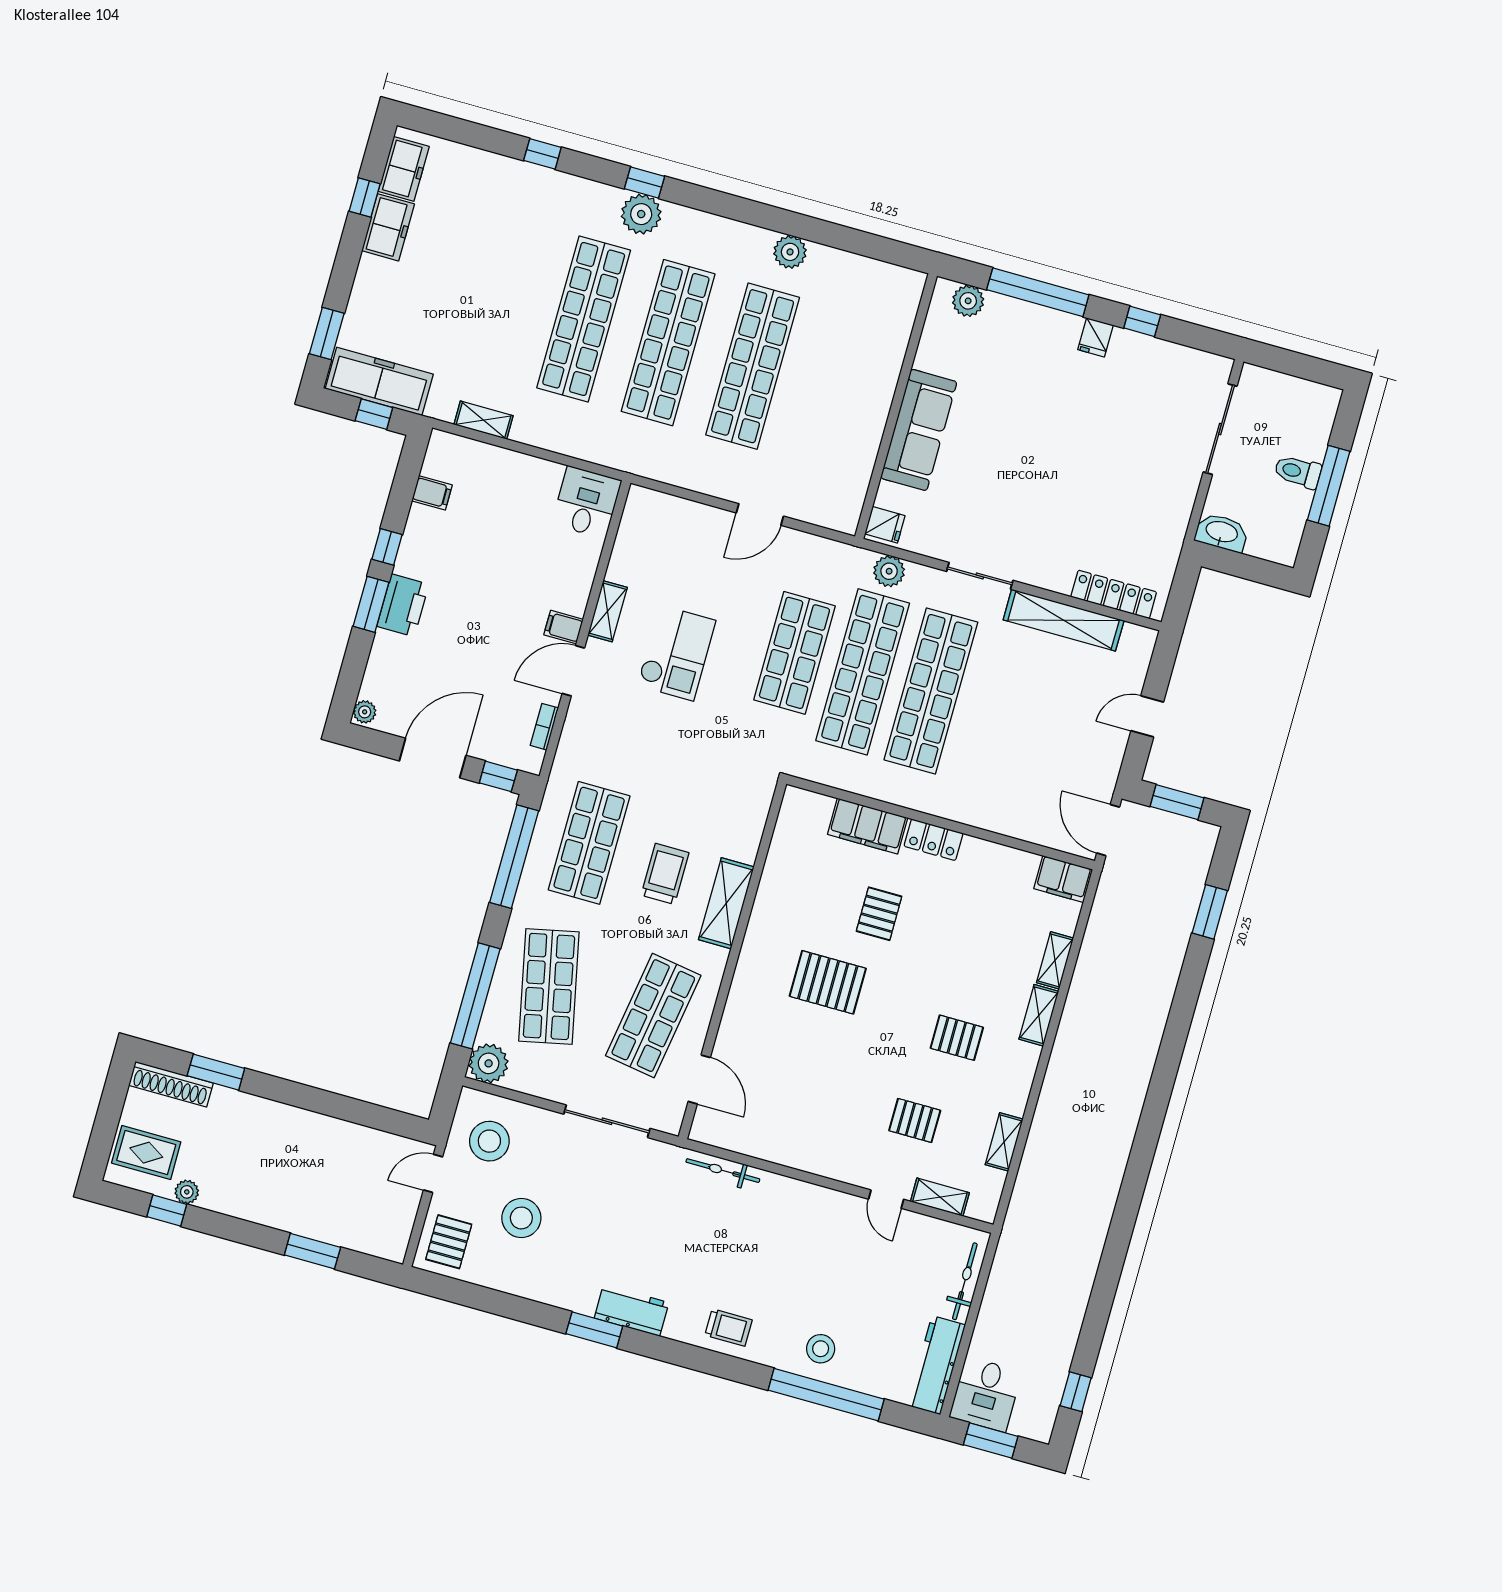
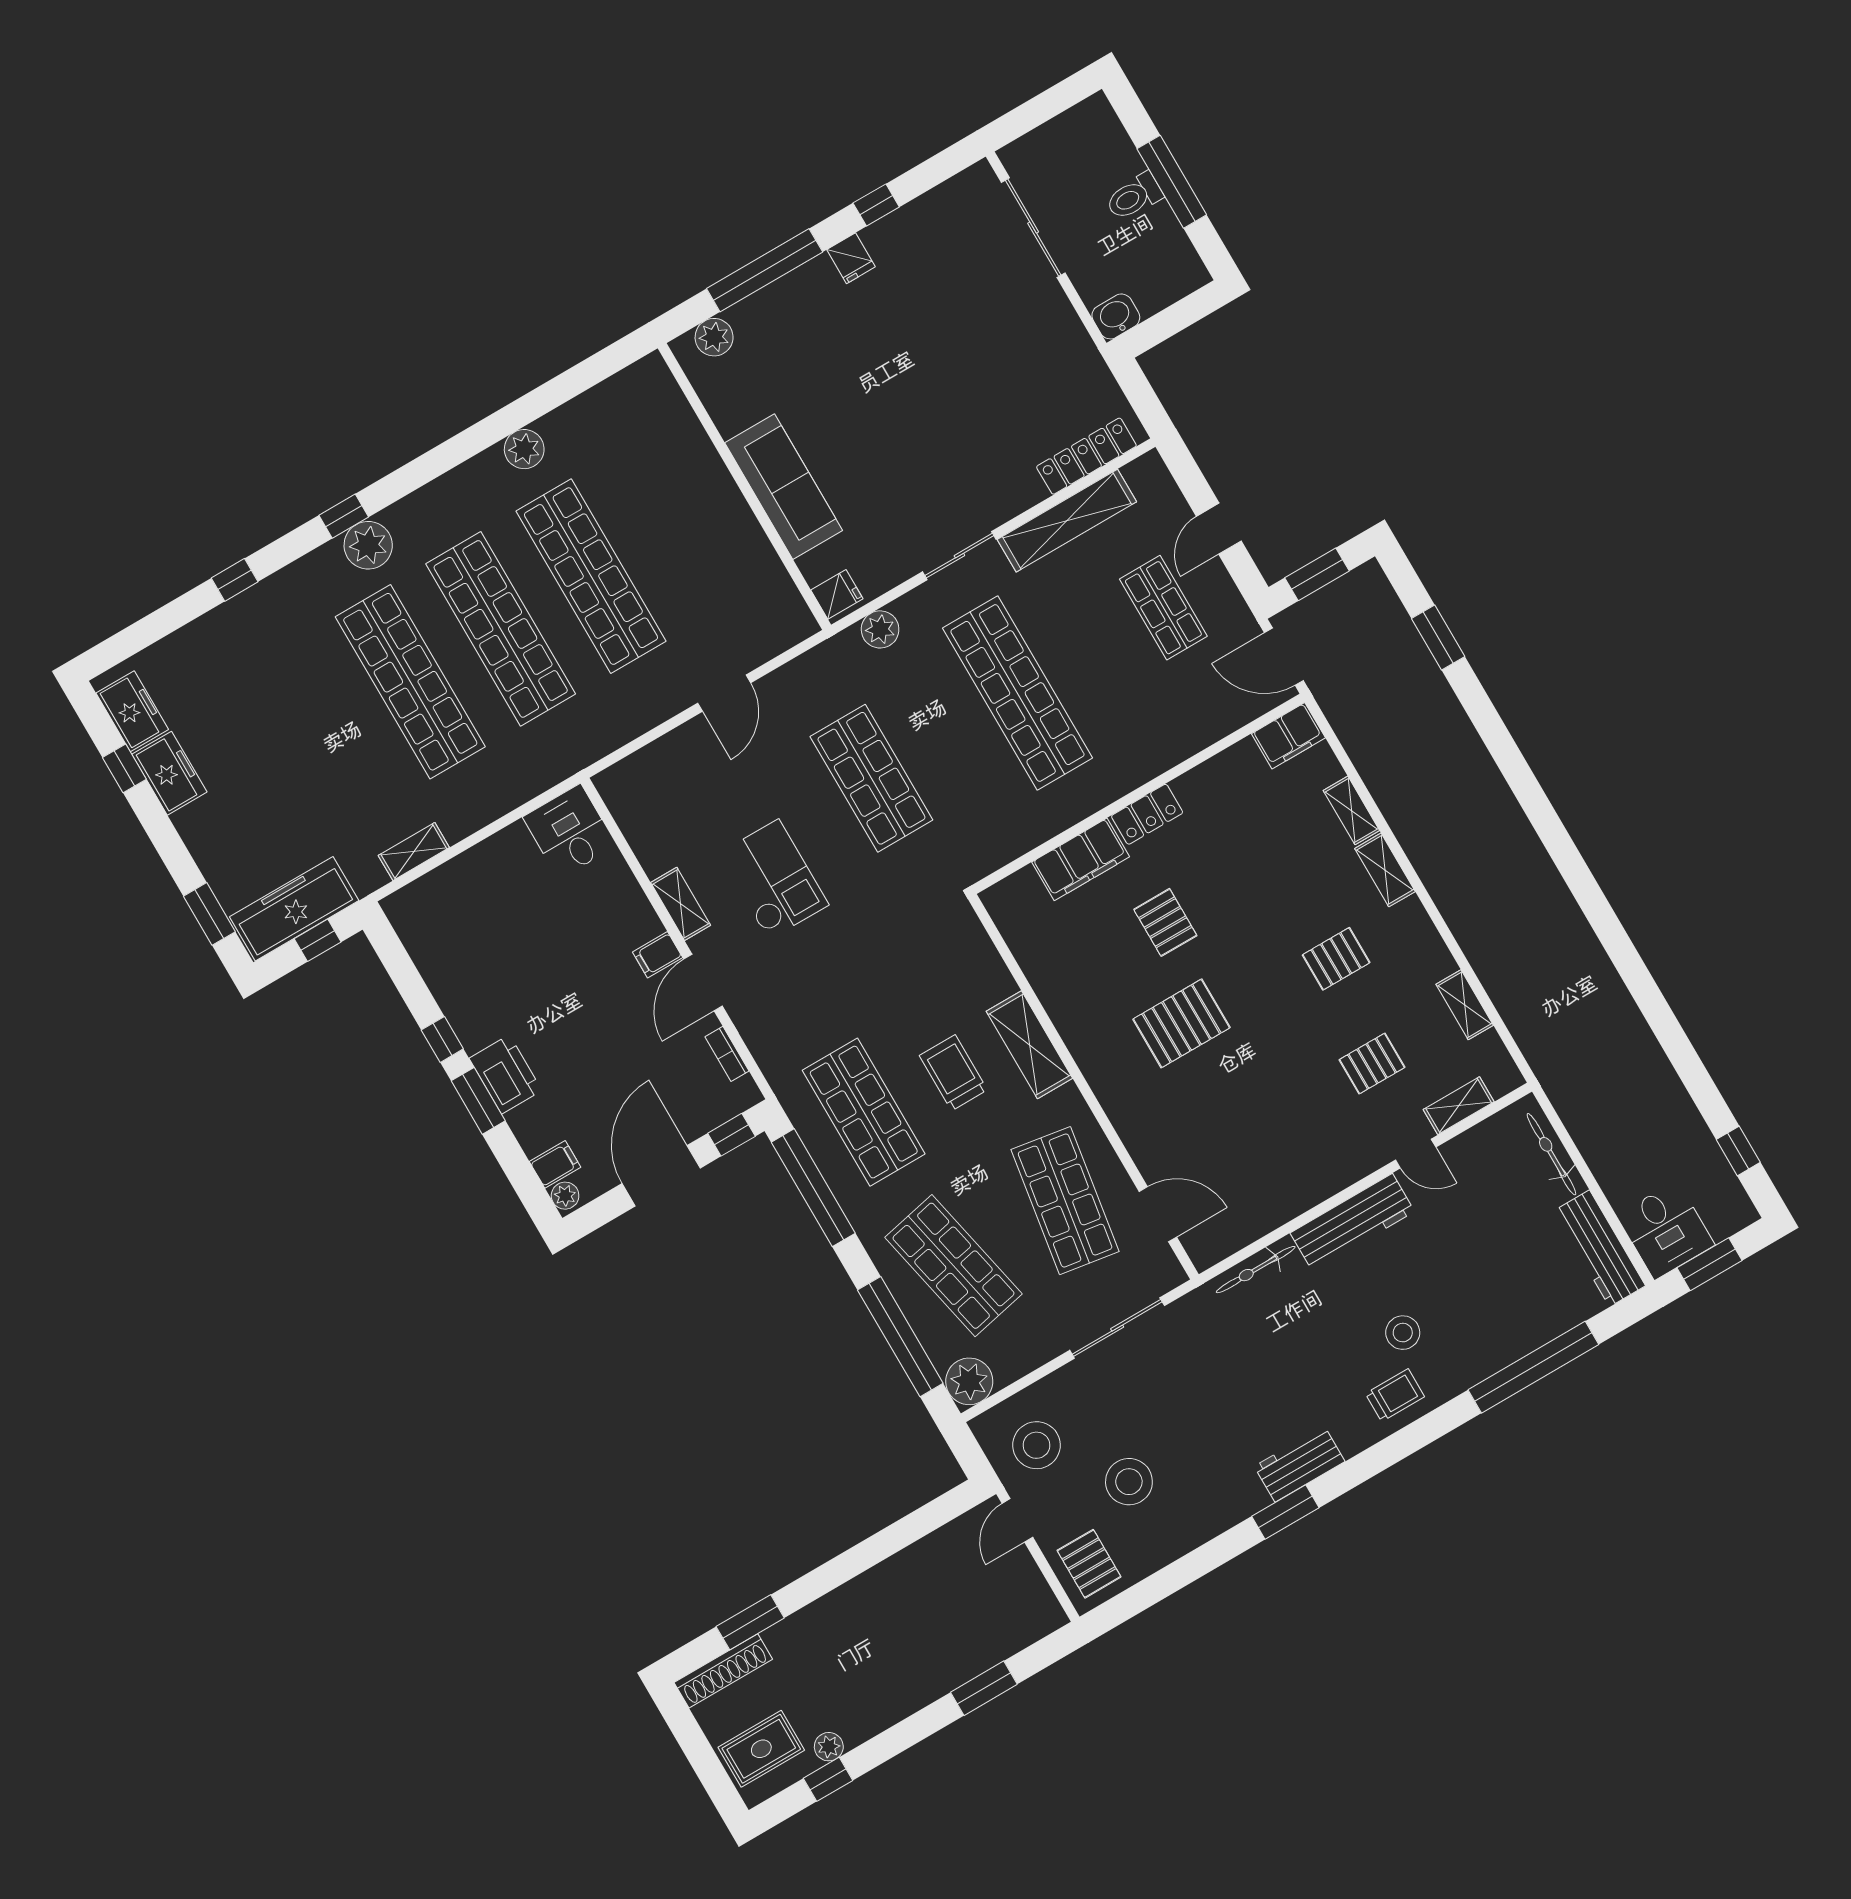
filing cabinet: (432, 493) -> (555, 1164), moved
washbasin: (1222, 532) -> (1116, 316), width x0.72
shop shelf: (863, 672) -> (1163, 608), moved, width x0.50, depth x0.74
workbench: (808, 1201) -> (1352, 1222), added
stool: (821, 1349) -> (1403, 1333), moved

